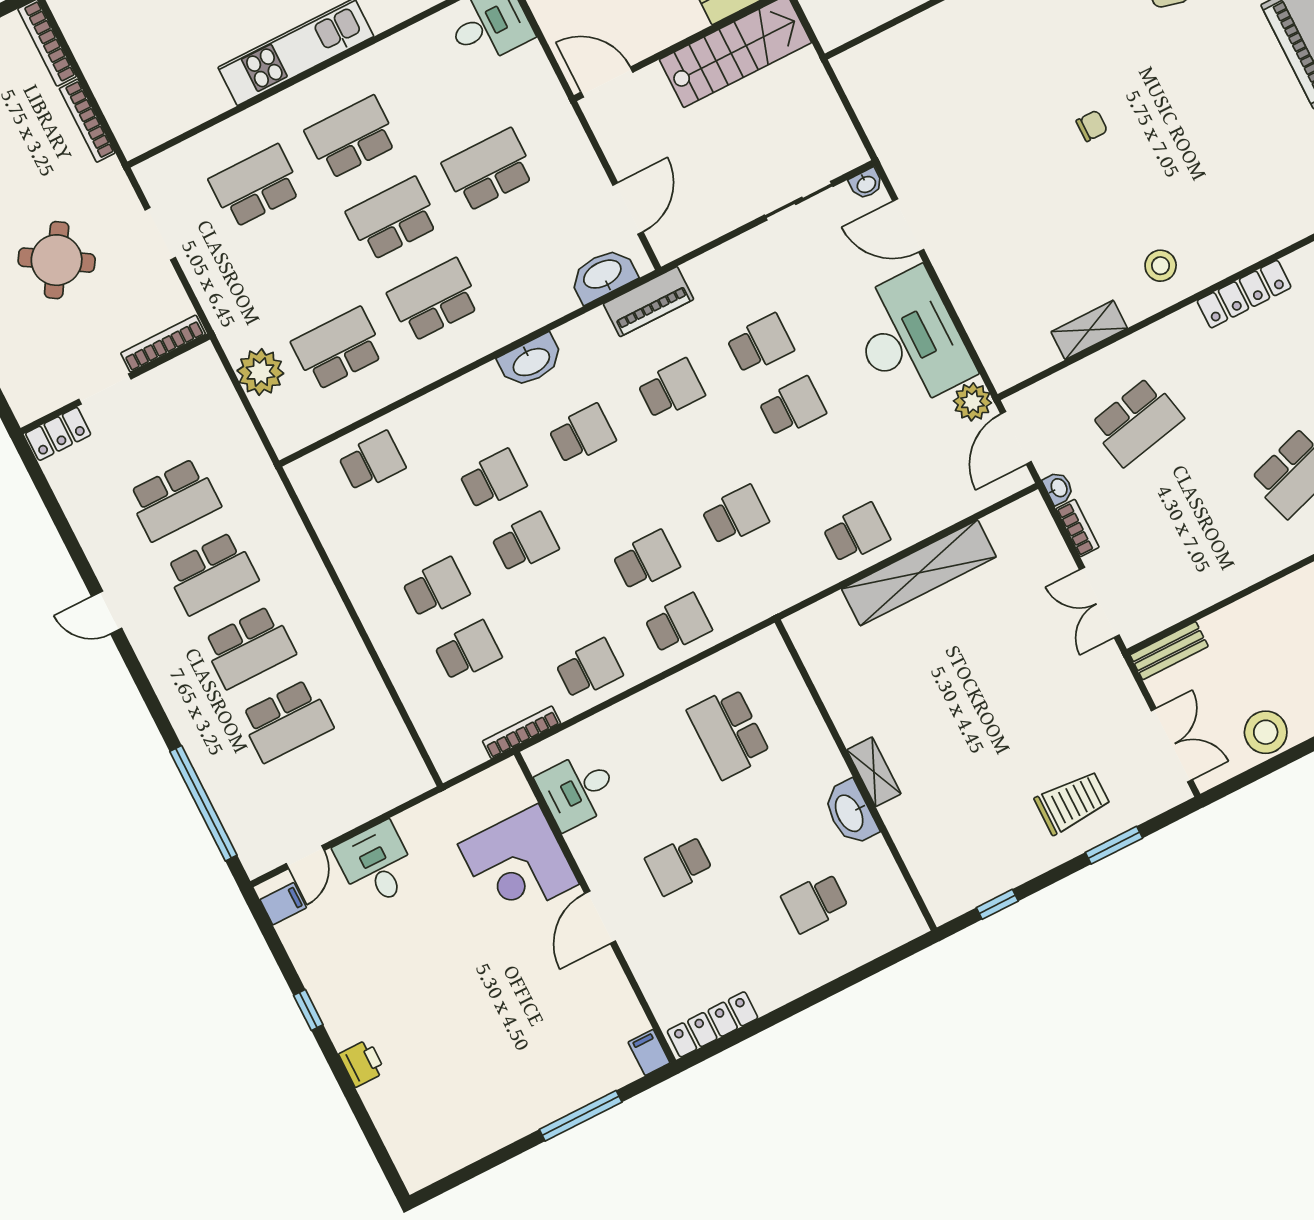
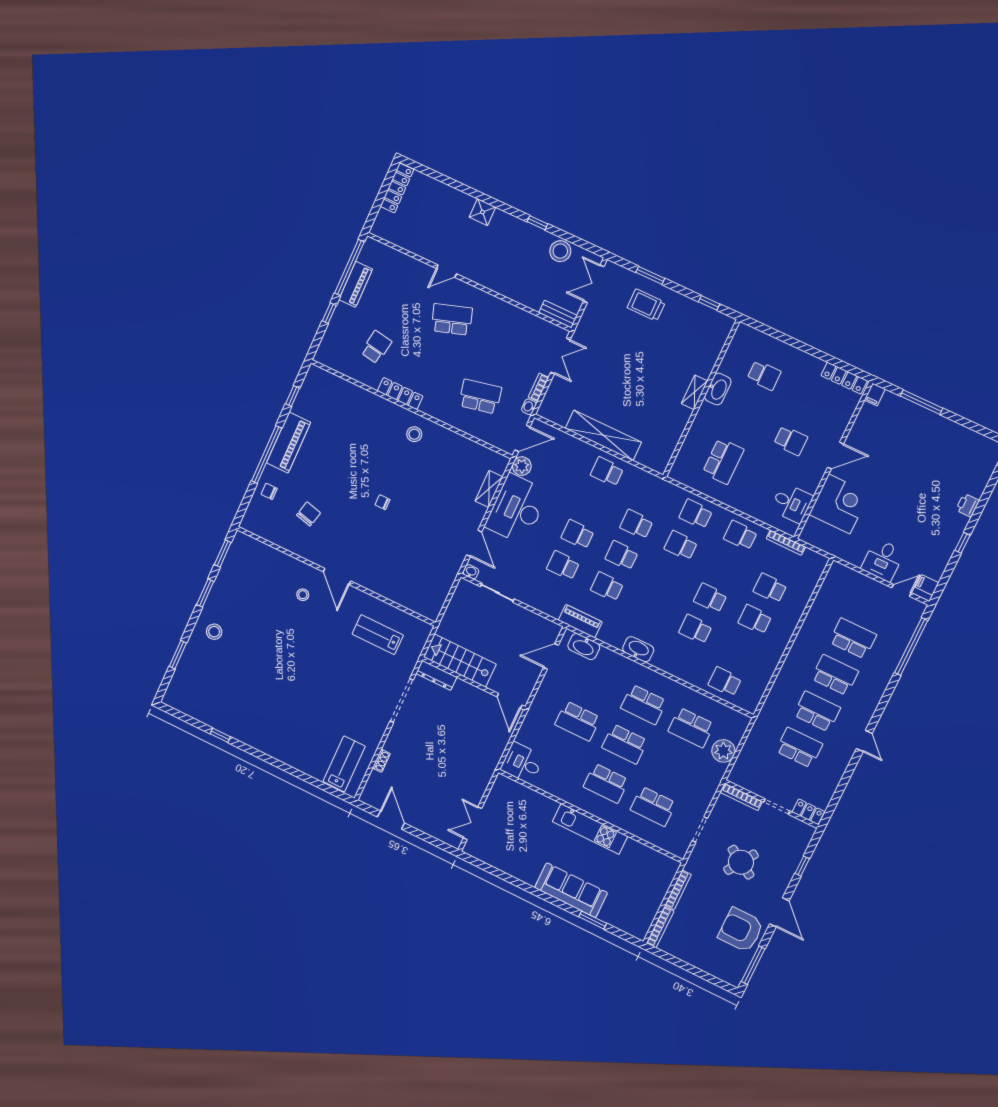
shelving: (1089, 330) -> (489, 489), moved, turned 90
school desk: (582, 434) -> (622, 555), moved

